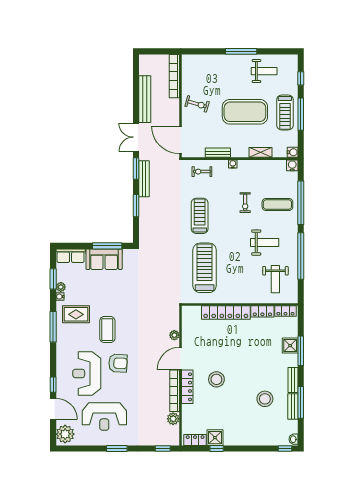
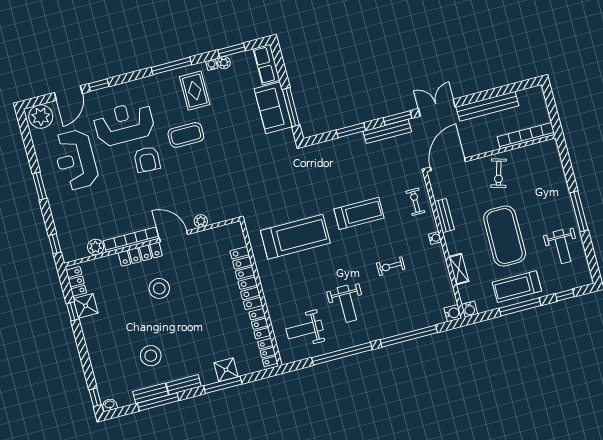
exercise mat: (277, 205) -> (399, 307), removed

